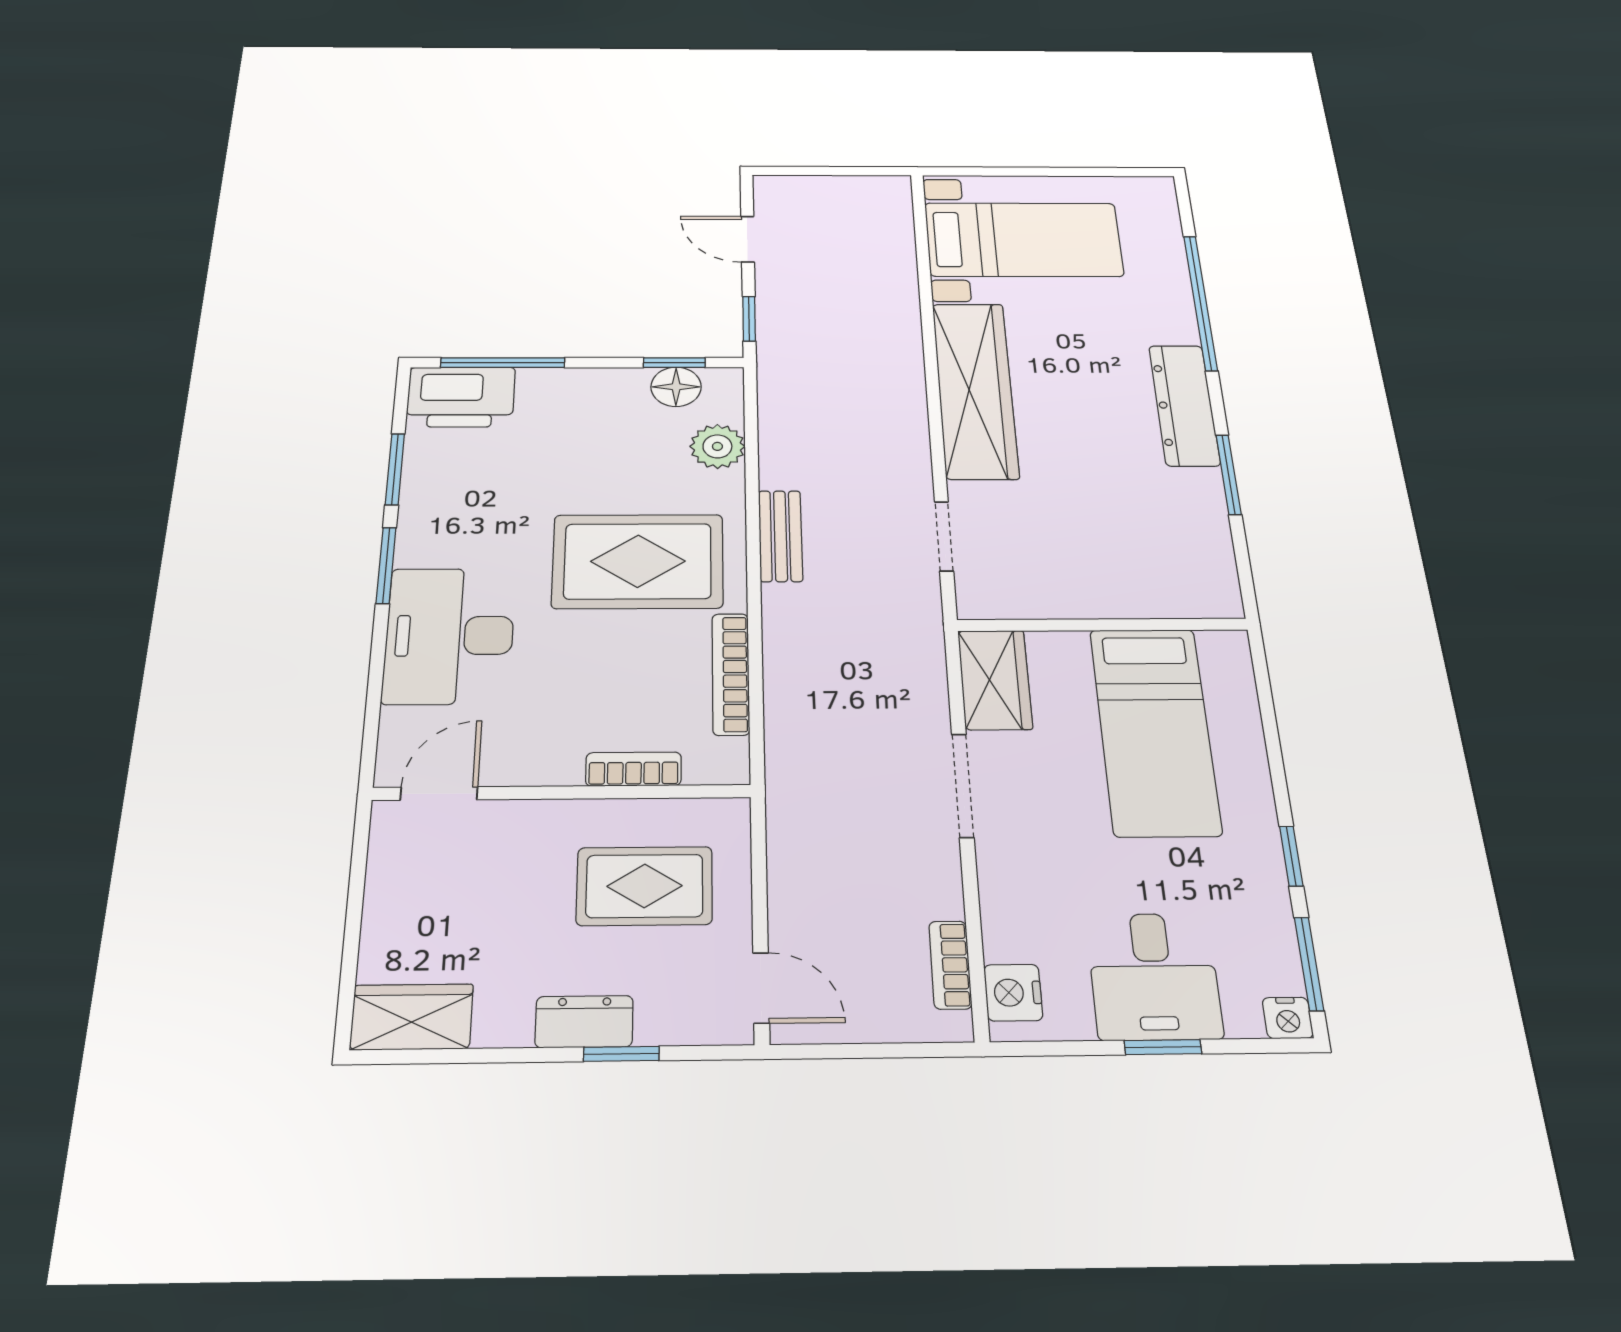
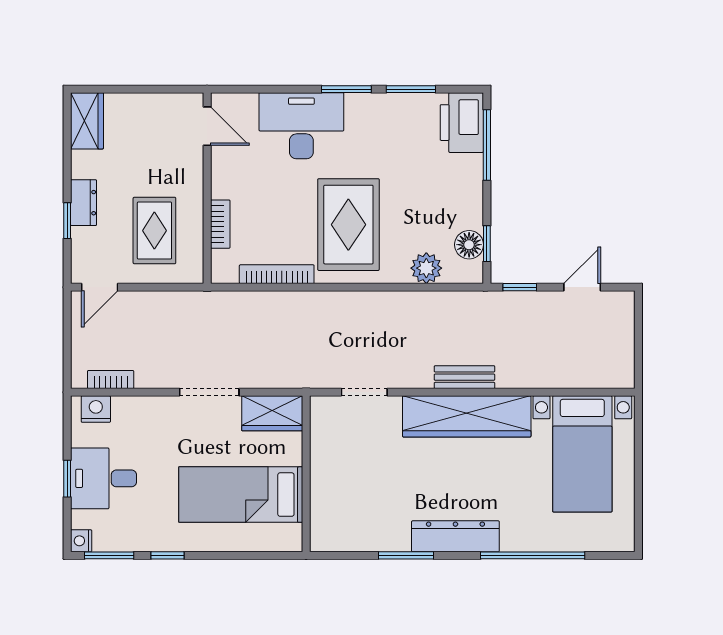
bench: (780, 536) -> (464, 377), moved

